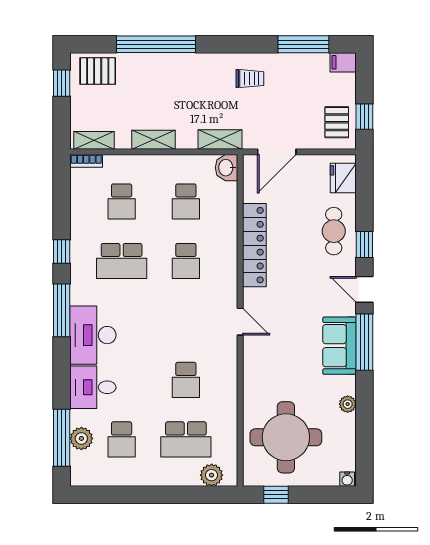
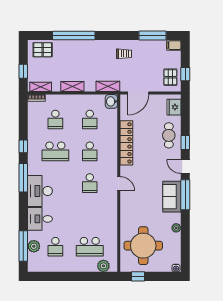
window: (62, 83) -> (23, 71), moved
school desk: (186, 380) -> (90, 183), moved

